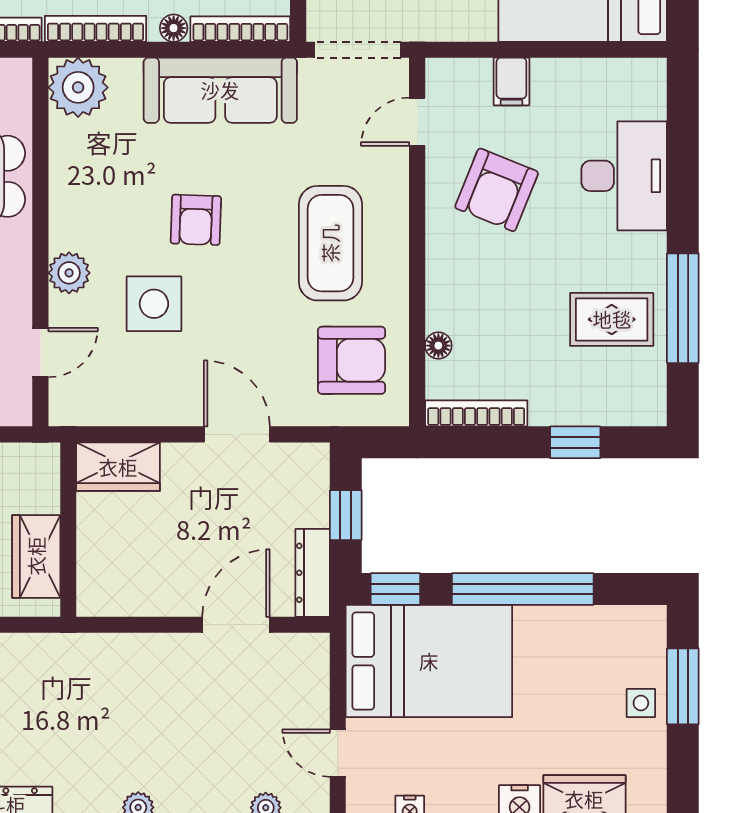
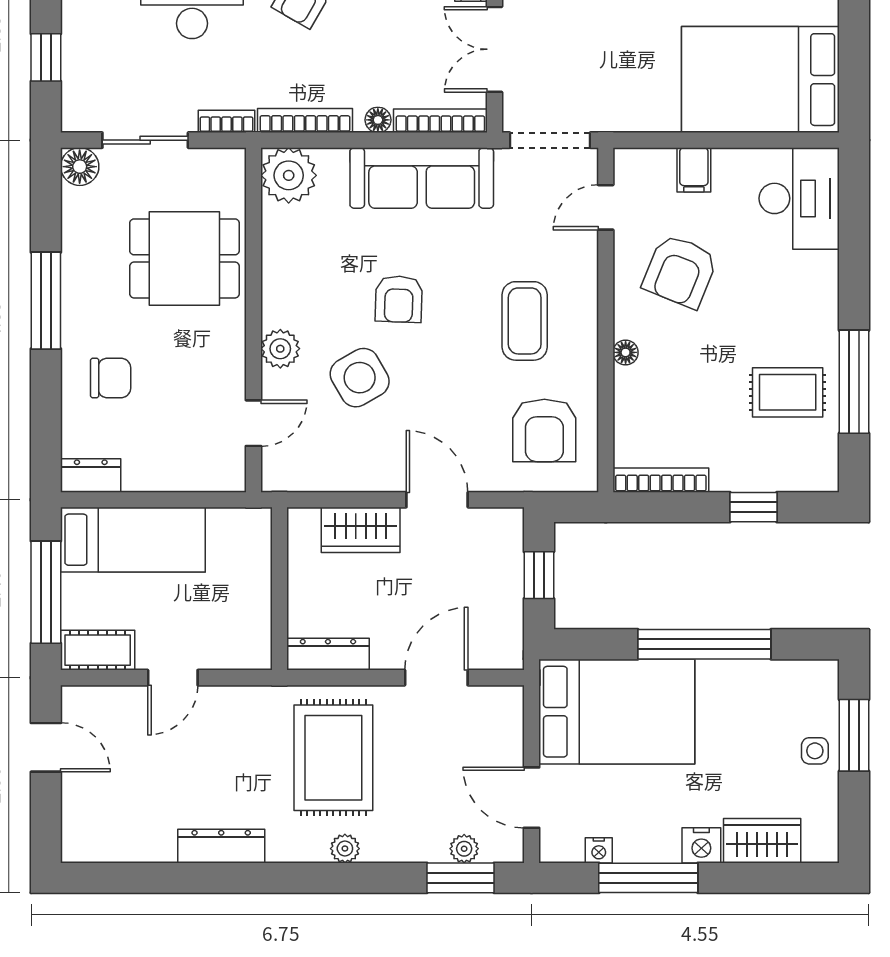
desk: (624, 176) -> (799, 198), moved
coffee table: (330, 243) -> (525, 321), width x0.73, depth x0.76
side table: (154, 304) -> (360, 378), turned -30
floor lamp: (438, 346) -> (626, 352), moved
armchair: (352, 360) -> (544, 430), turned 90
wardrobe: (118, 467) -> (361, 530), moved
wardrobe: (36, 556) -> (250, 614), removed
dresser: (313, 573) -> (328, 654), moved, turned 90
window: (395, 589) -> (585, 644), removed
rug: (126, 710) -> (333, 758), added
door: (338, 753) -> (532, 798), width x1.38

